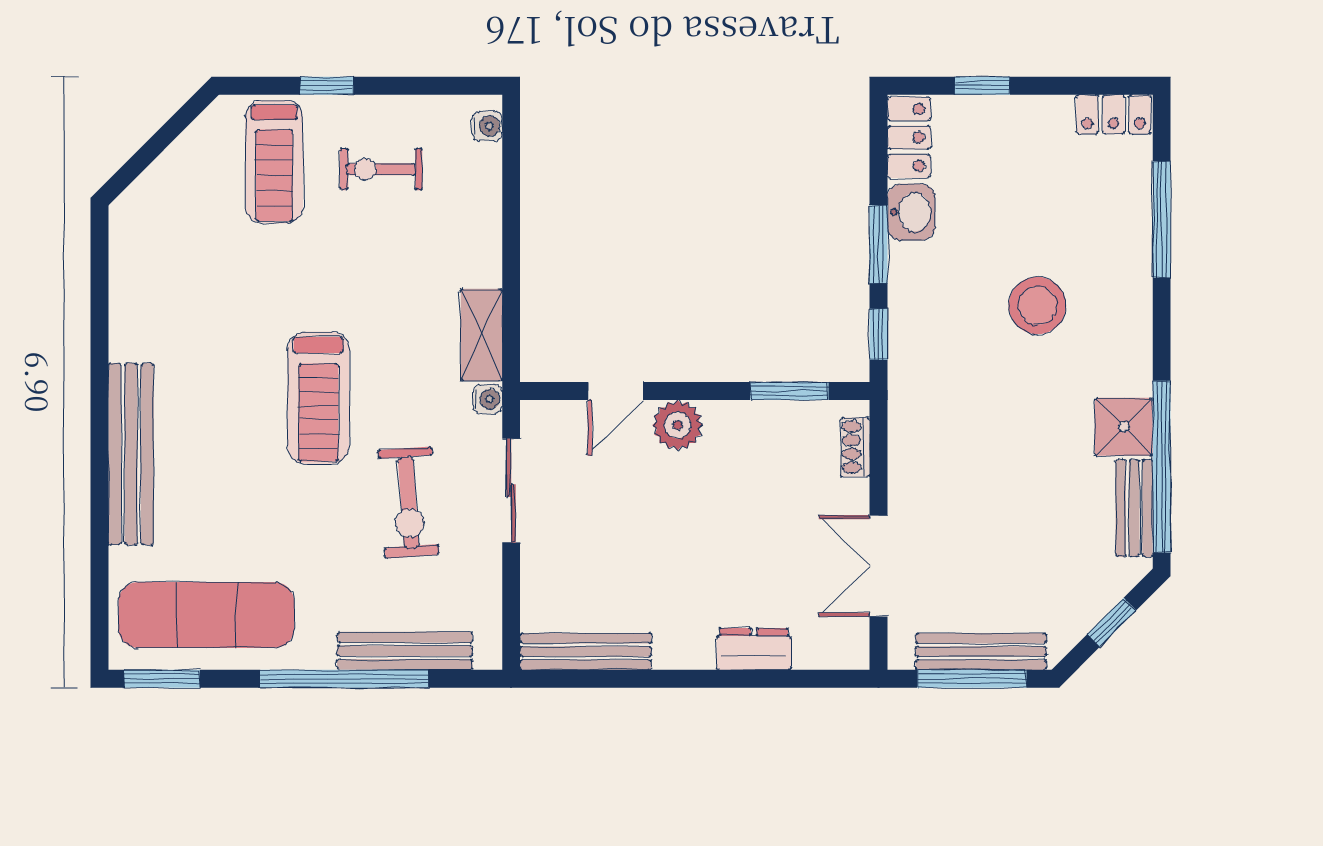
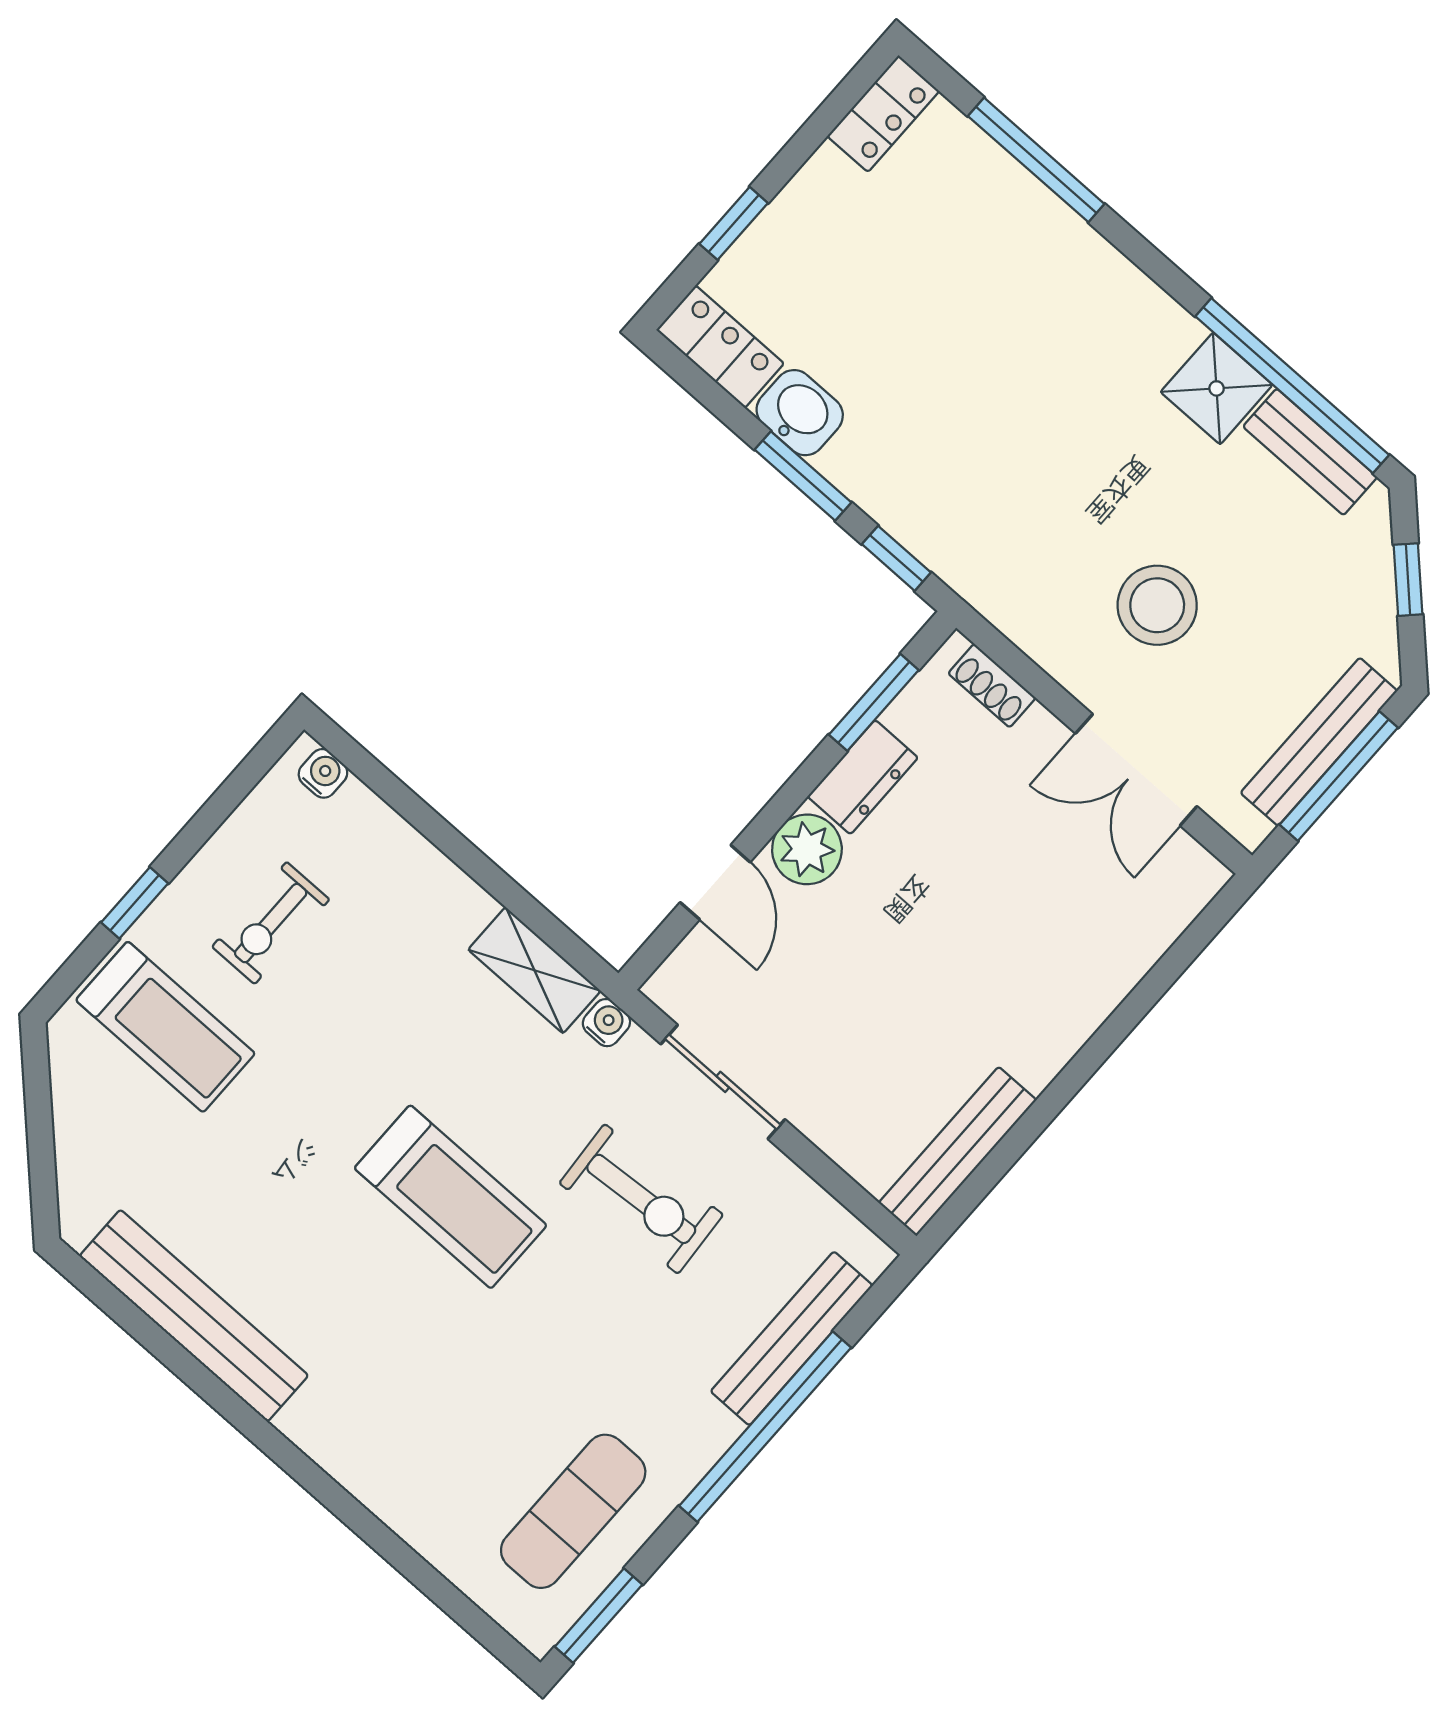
stool: (1037, 306) -> (1157, 605), moved
bench: (131, 454) -> (194, 1316), moved
exercise mat: (206, 615) -> (573, 1511), width x0.73, depth x0.69
dresser: (754, 649) -> (863, 777), moved, turned 180

